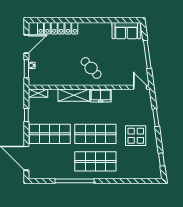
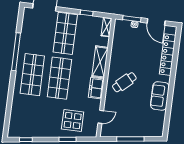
sofa: (126, 31) -> (160, 96), moved
door: (140, 87) -> (101, 117), moved
display table: (136, 136) -> (73, 121), moved

